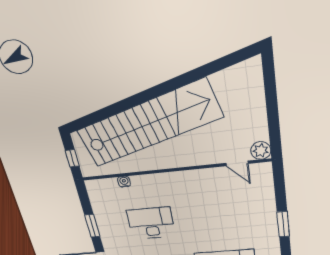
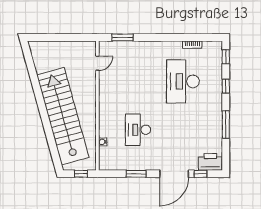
plant: (261, 151) -> (90, 47), removed
window: (283, 224) -> (123, 37), moved

